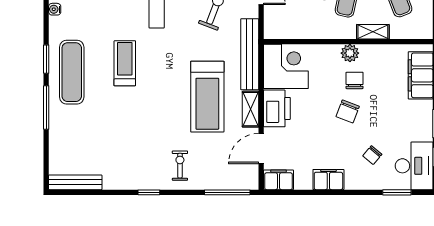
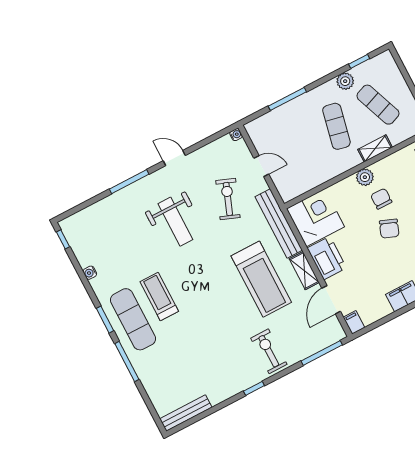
treadmill: (125, 63) -> (159, 296), moved
exercise bike: (180, 166) -> (269, 351), width x1.38, depth x1.39
filing cabinet: (279, 180) -> (354, 322), width x0.50

